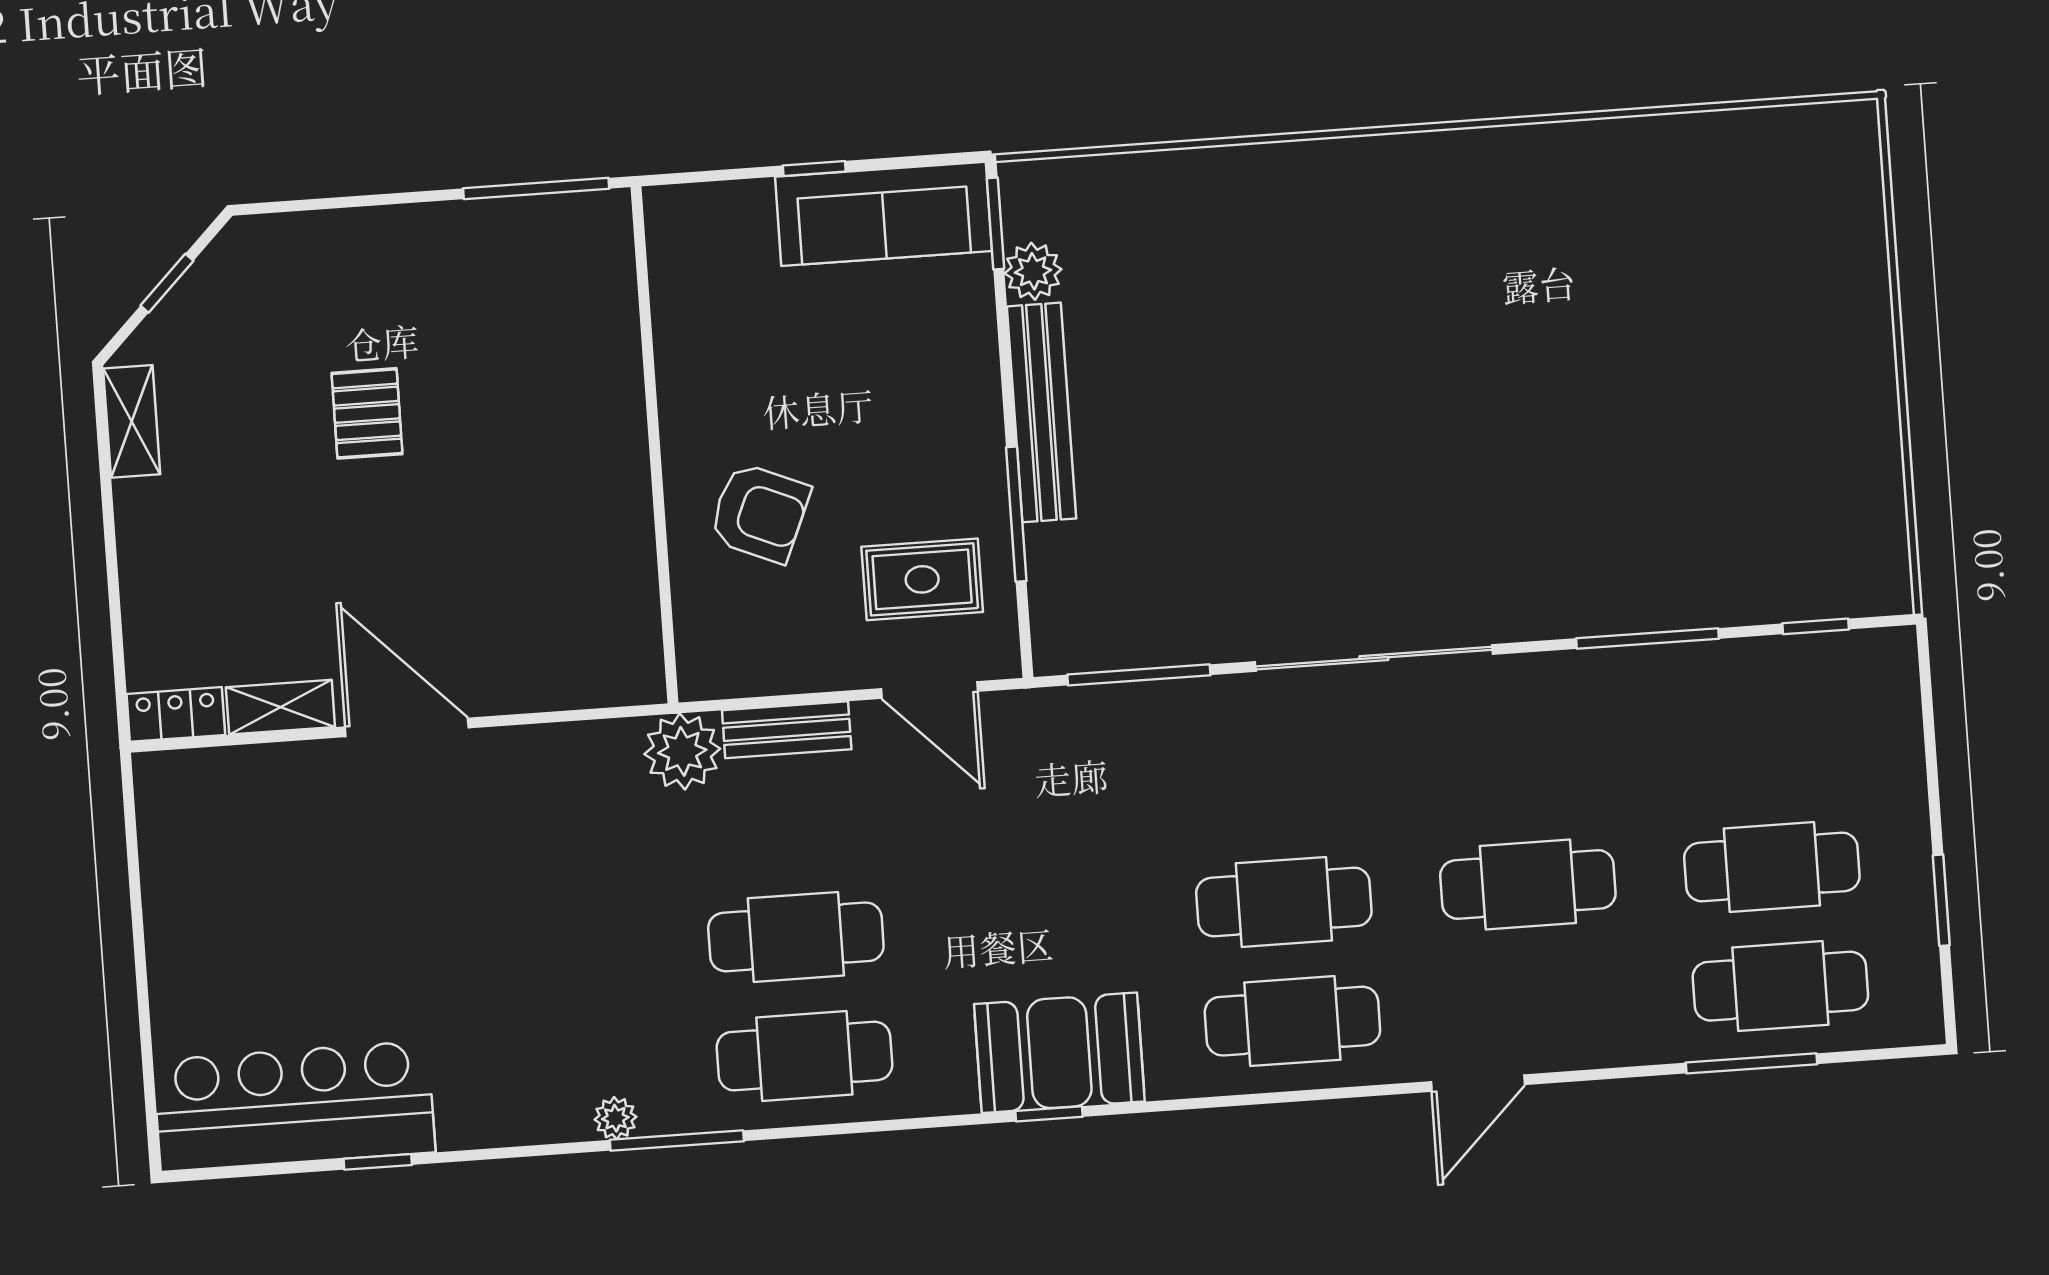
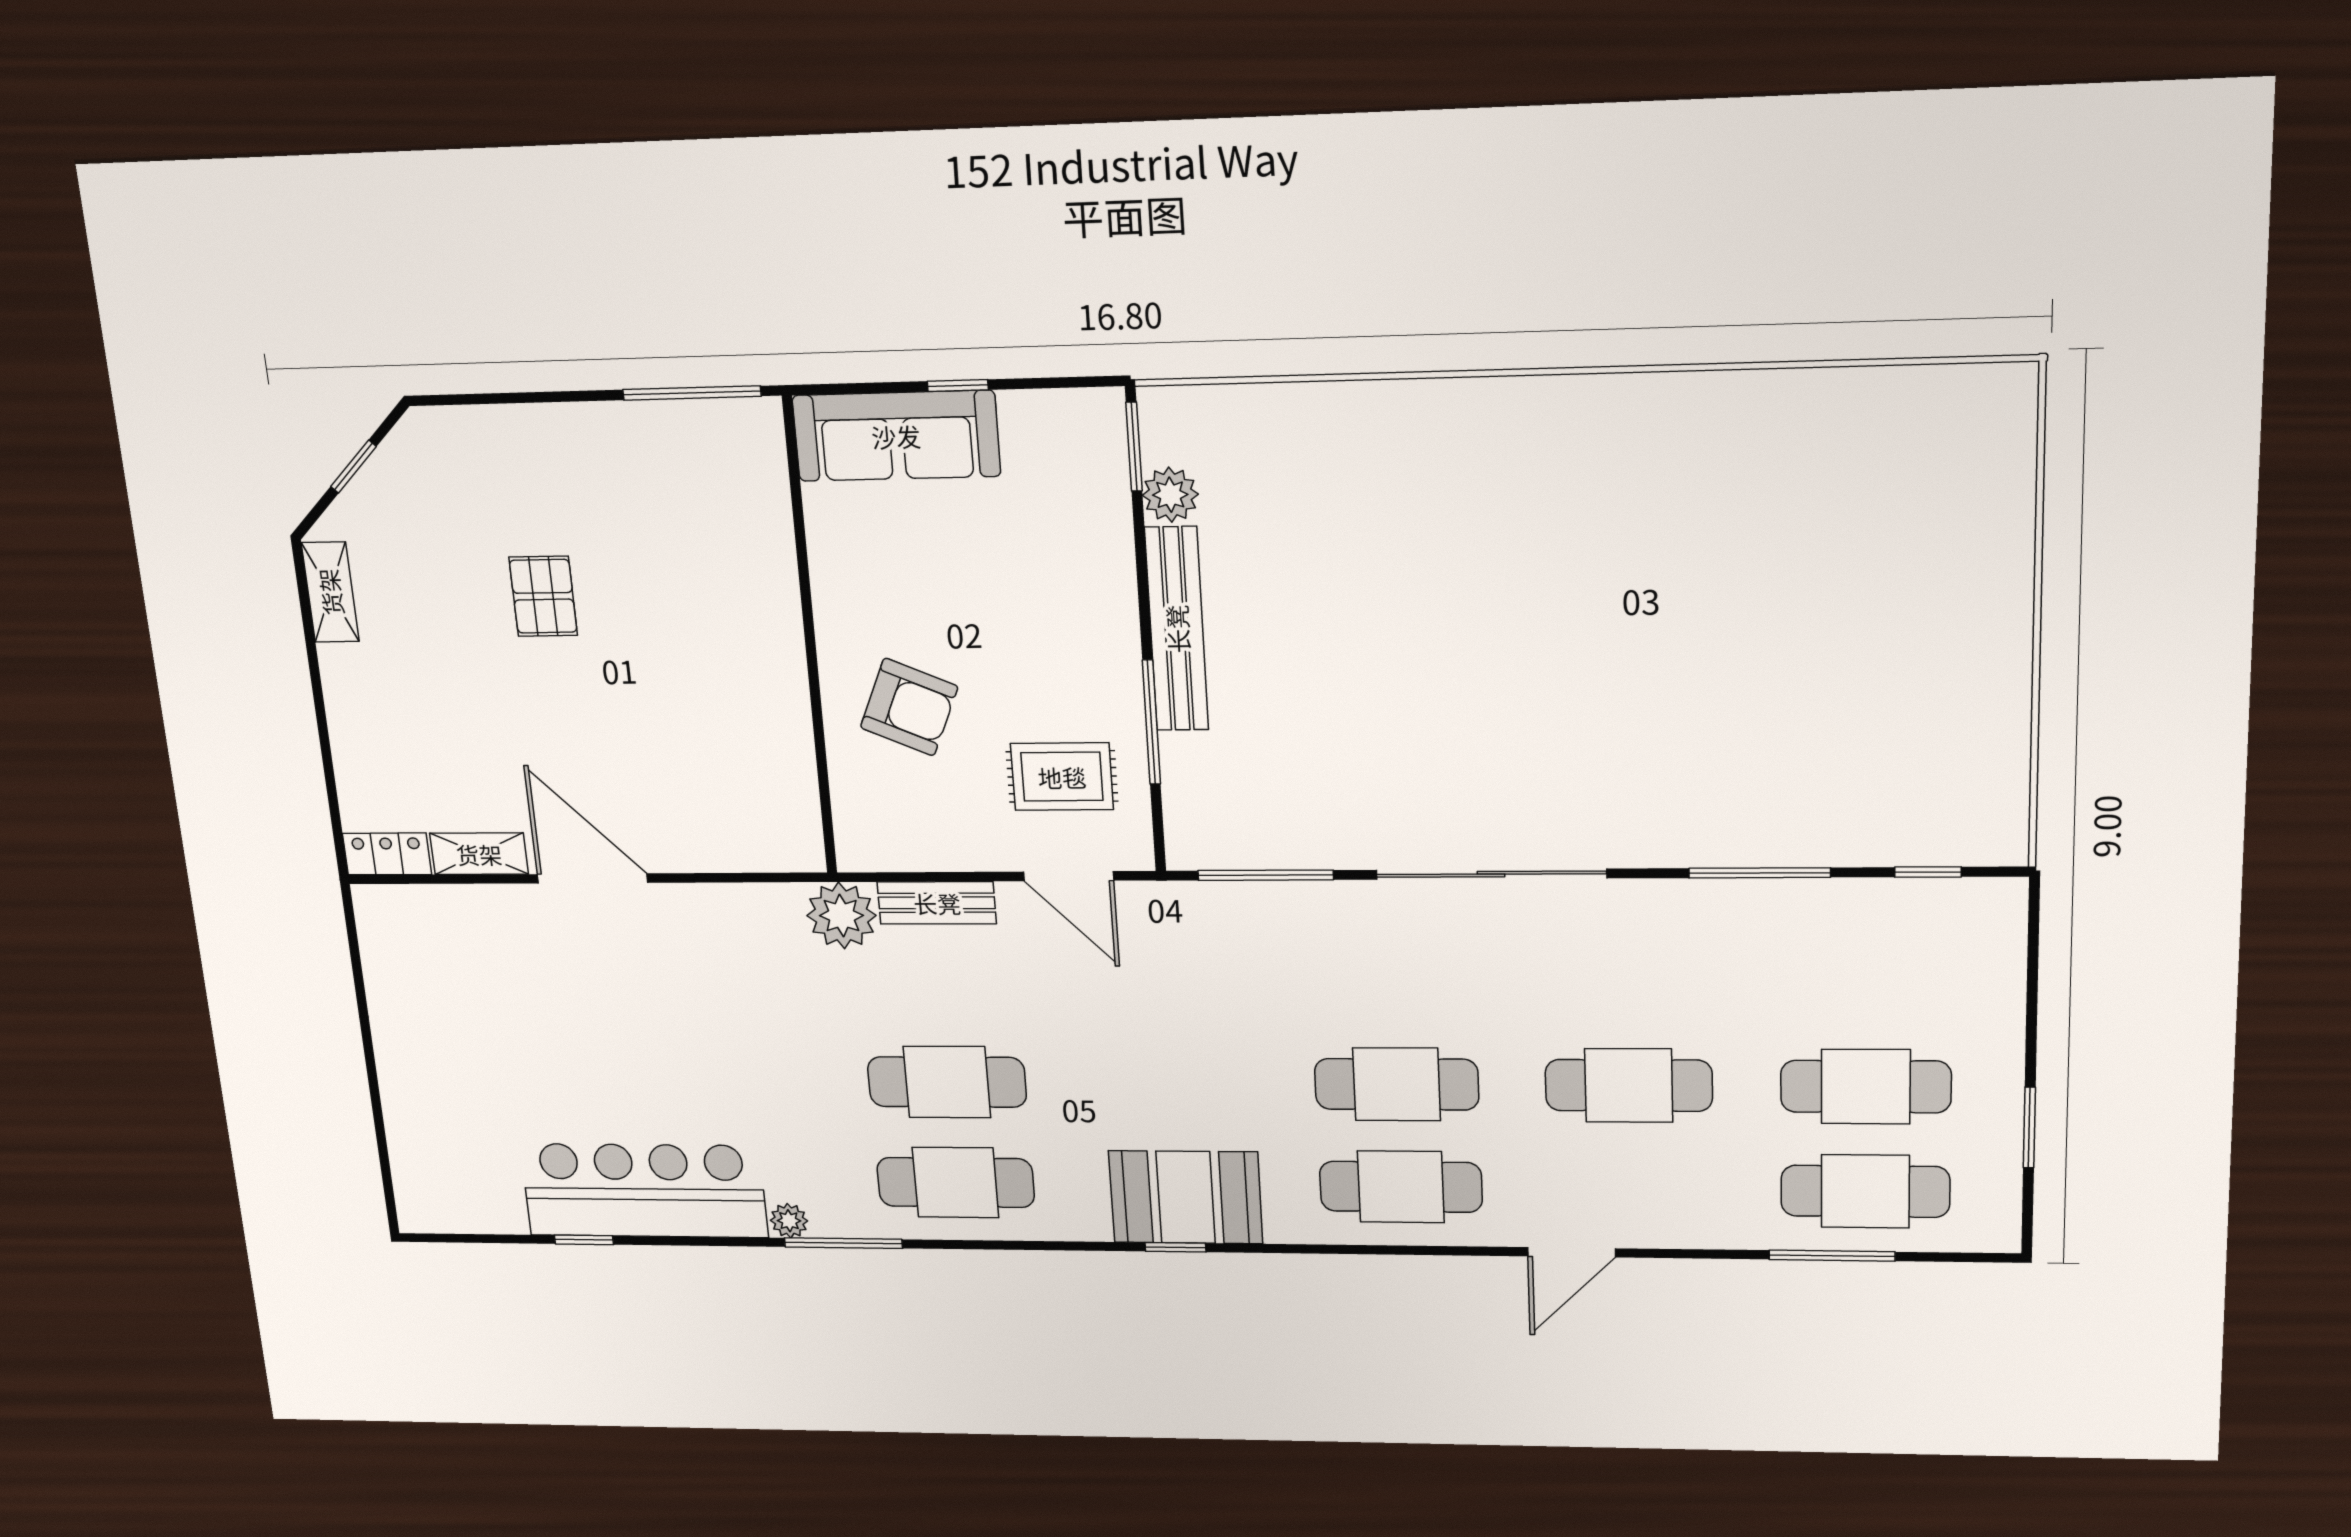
sofa: (884, 214) -> (896, 436), moved
bar counter: (294, 1106) -> (644, 1191), moved

